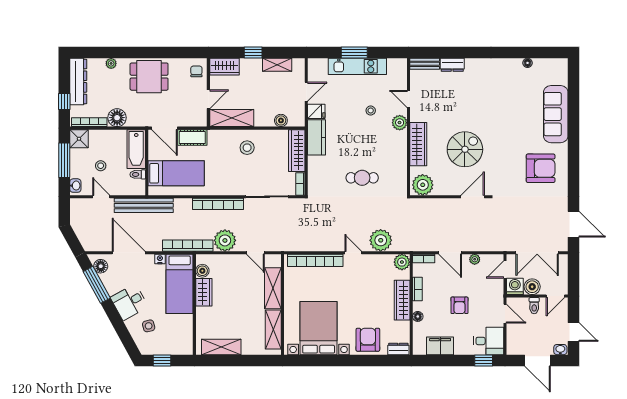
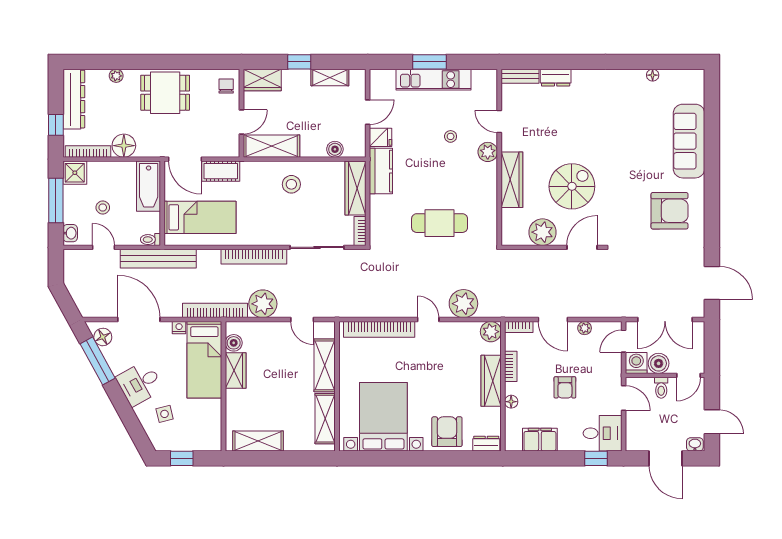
toilet: (138, 174) -> (150, 240), moved
cafe table: (362, 178) -> (440, 223), width x1.37, depth x1.35
plant: (423, 185) -> (543, 232), moved

